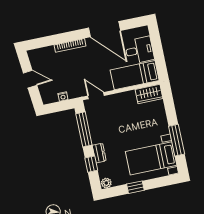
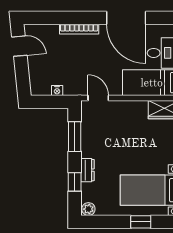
door: (30, 79) -> (19, 46), moved
window: (84, 129) -> (75, 137), width x0.69
window: (135, 187) -> (141, 222), moved

